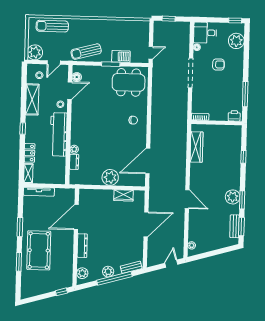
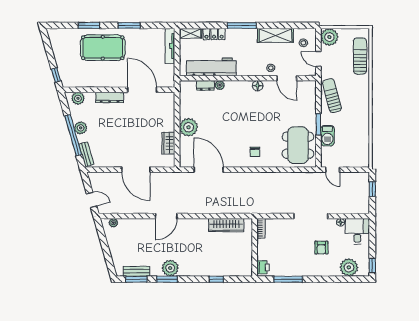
floor lamp: (77, 77) -> (258, 86), moved
window: (23, 129) -> (242, 25), width x2.17
workbench: (59, 134) -> (211, 67), moved

